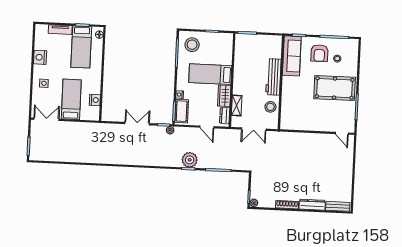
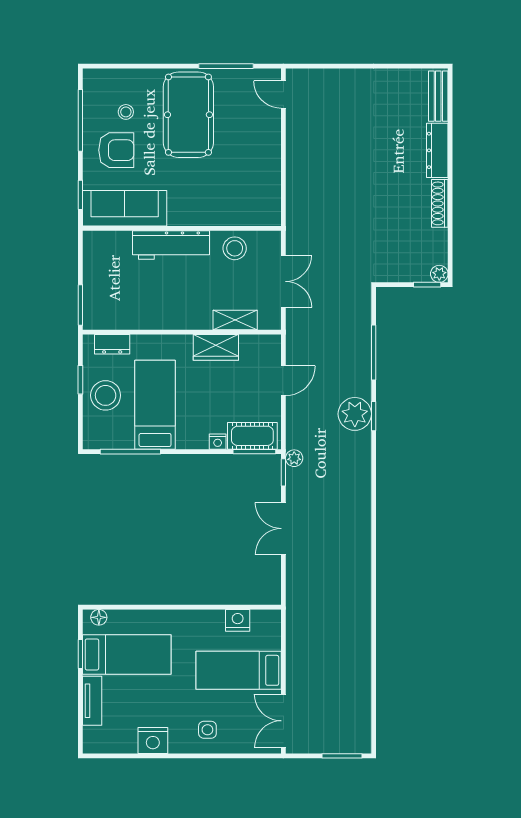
stool: (192, 45) -> (106, 395), moved
bed: (210, 74) -> (155, 405), moved, turned 180
dresser: (225, 116) -> (112, 344), moved
door: (342, 133) -> (283, 95), swing flipped

